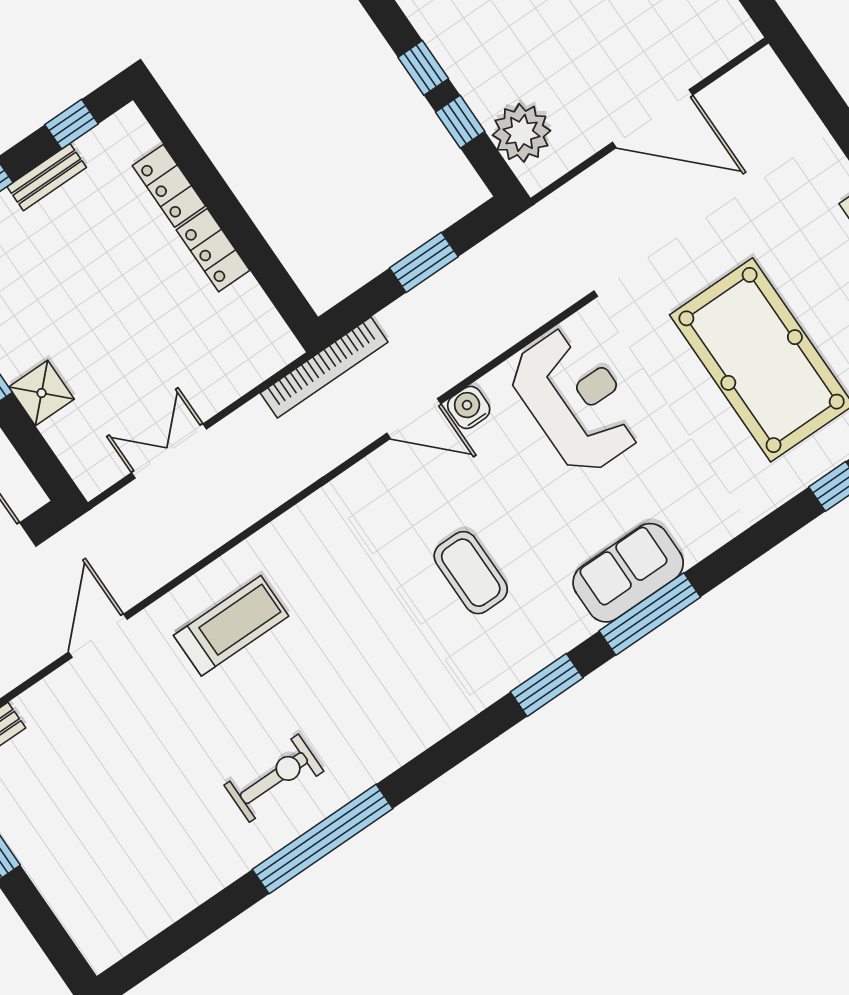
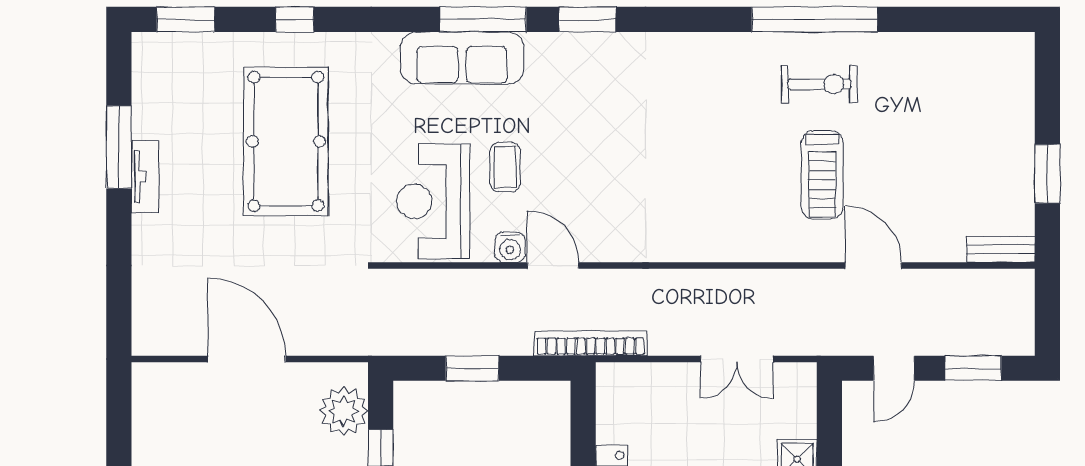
coffee table: (471, 573) -> (505, 167), moved, width x0.73, depth x0.77
sofa: (628, 573) -> (462, 58), width x1.36
treadmill: (231, 626) -> (822, 175), moved, turned -90
door: (98, 636) -> (873, 265), swing flipped
exercise bike: (274, 778) -> (819, 84), turned 180

